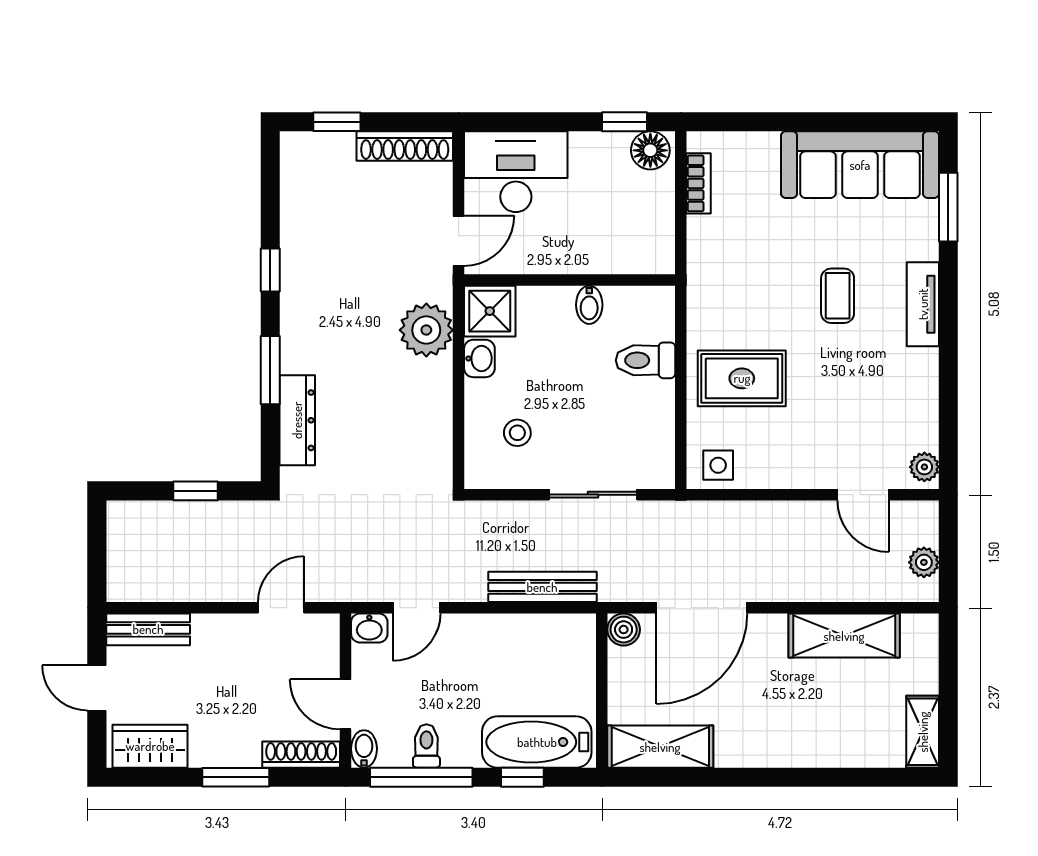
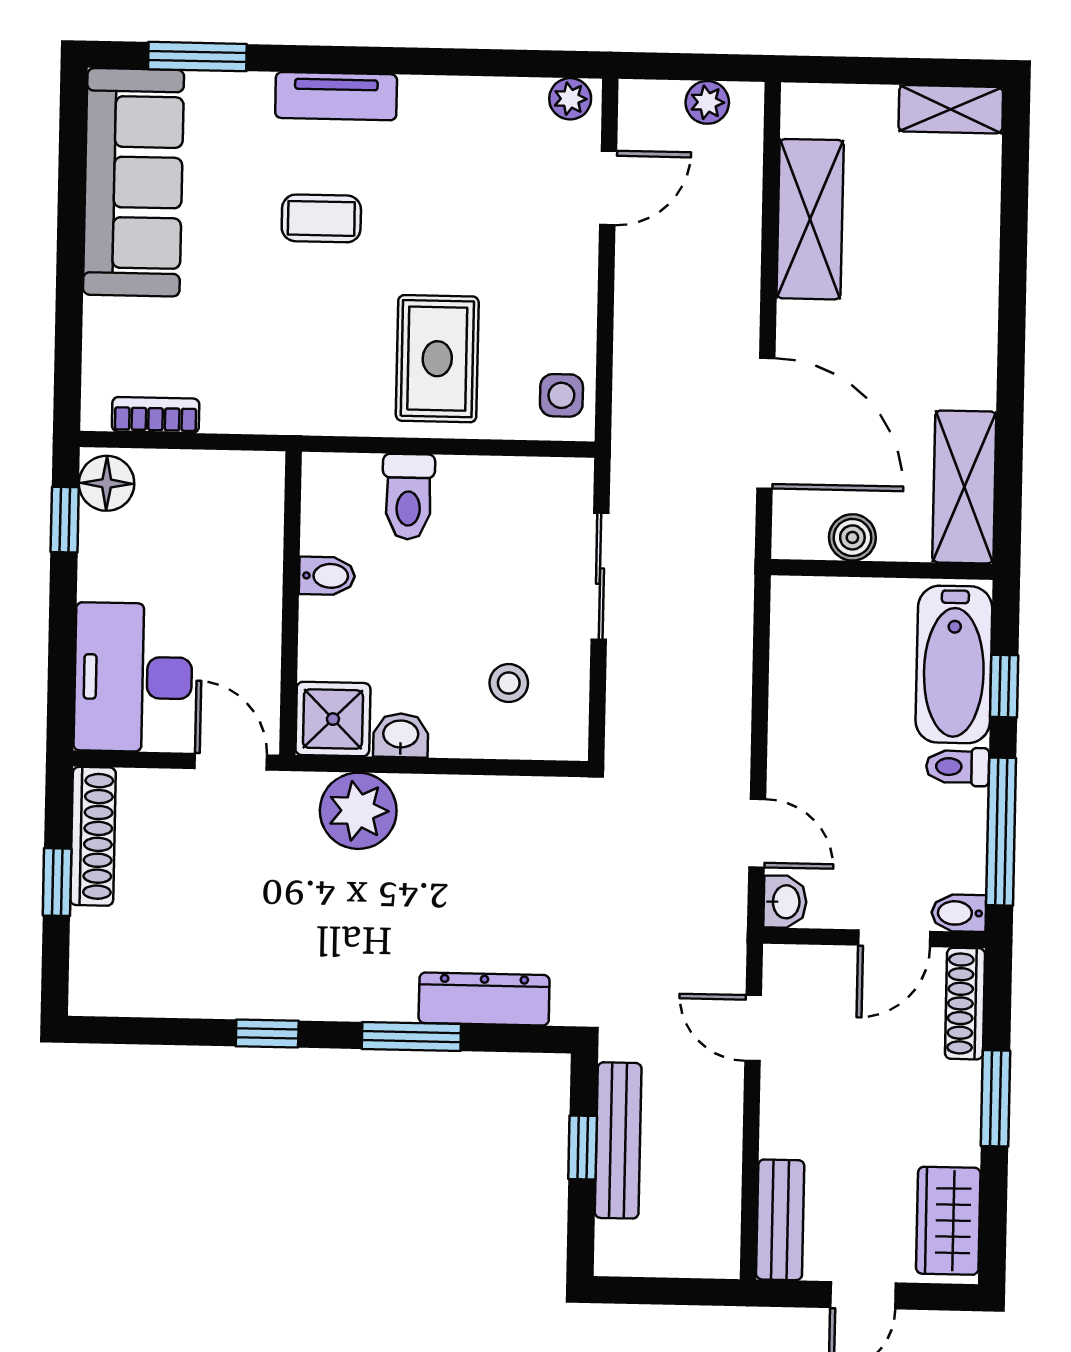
window: (337, 122) -> (57, 882), moved
bench: (542, 587) -> (618, 1140), moved
boiler: (624, 630) -> (852, 537), moved
toilet: (426, 746) -> (958, 767), moved

